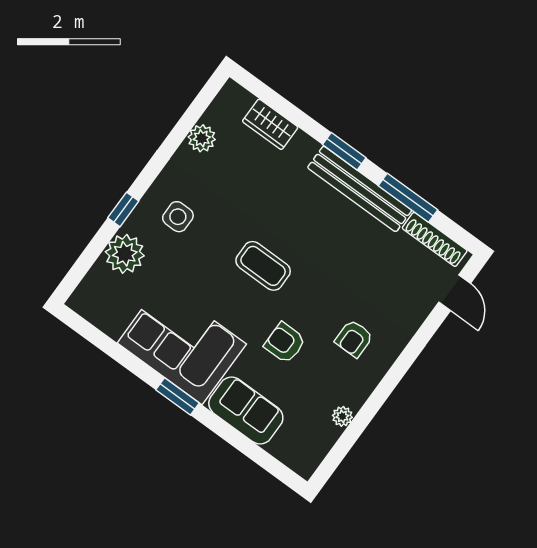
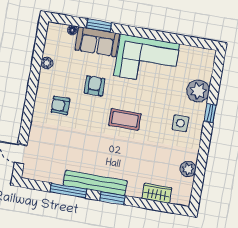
shoe rack: (435, 239) -> (44, 176), removed
armchair: (354, 338) -> (60, 105), turned -90
armchair: (285, 343) -> (95, 86), turned -90
window: (178, 396) -> (99, 25), moved
floor lamp: (276, 448) -> (72, 30), added

